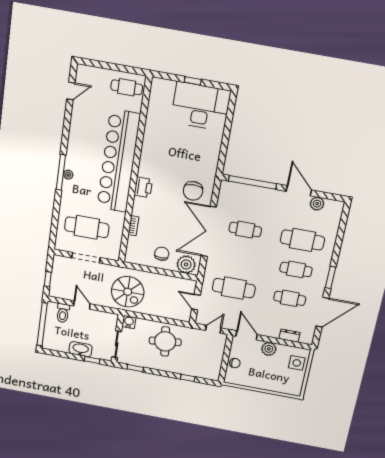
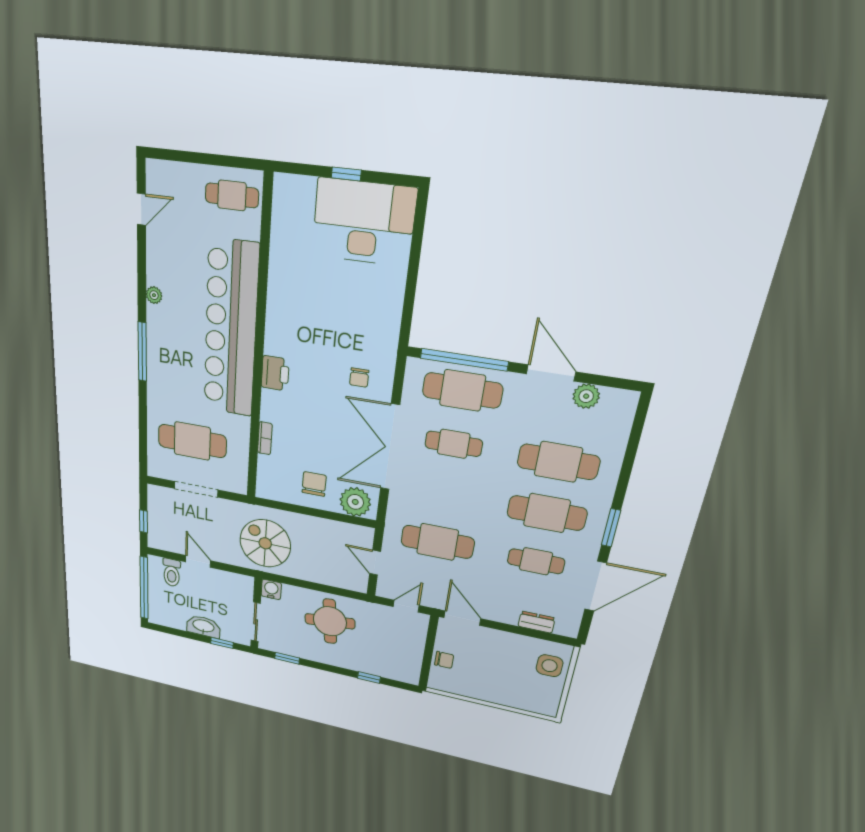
plant: (68, 175) -> (154, 295), moved
chair: (193, 191) -> (359, 378), width x0.54, depth x0.54
cafe table: (251, 199) -> (462, 390), added
cafe table: (296, 269) -> (547, 513), width x1.37, depth x1.35
spiral stairs: (128, 292) -> (265, 543), turned 180
plant: (269, 349) -> (501, 641), removed

